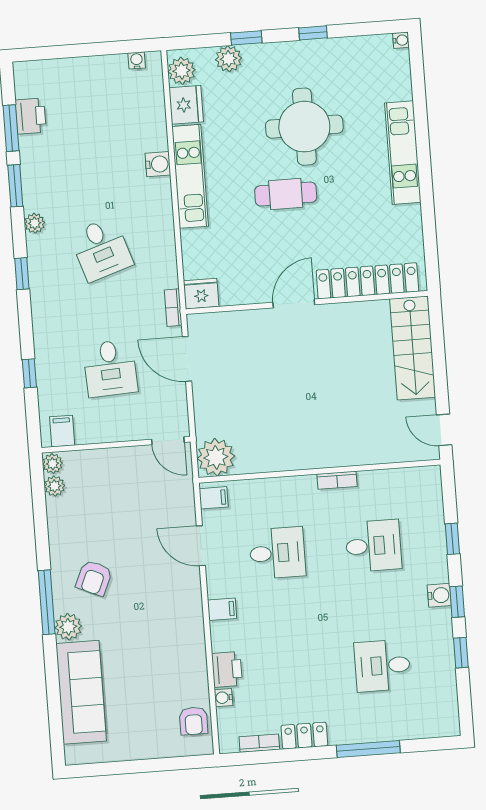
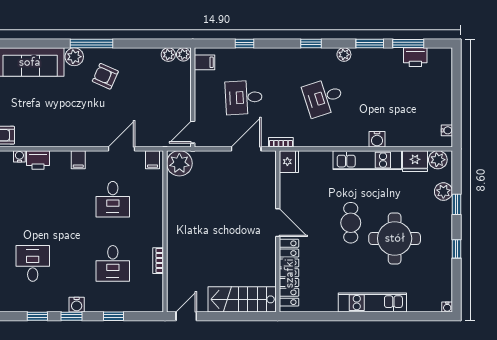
bookcase: (337, 480) -> (158, 261), moved

